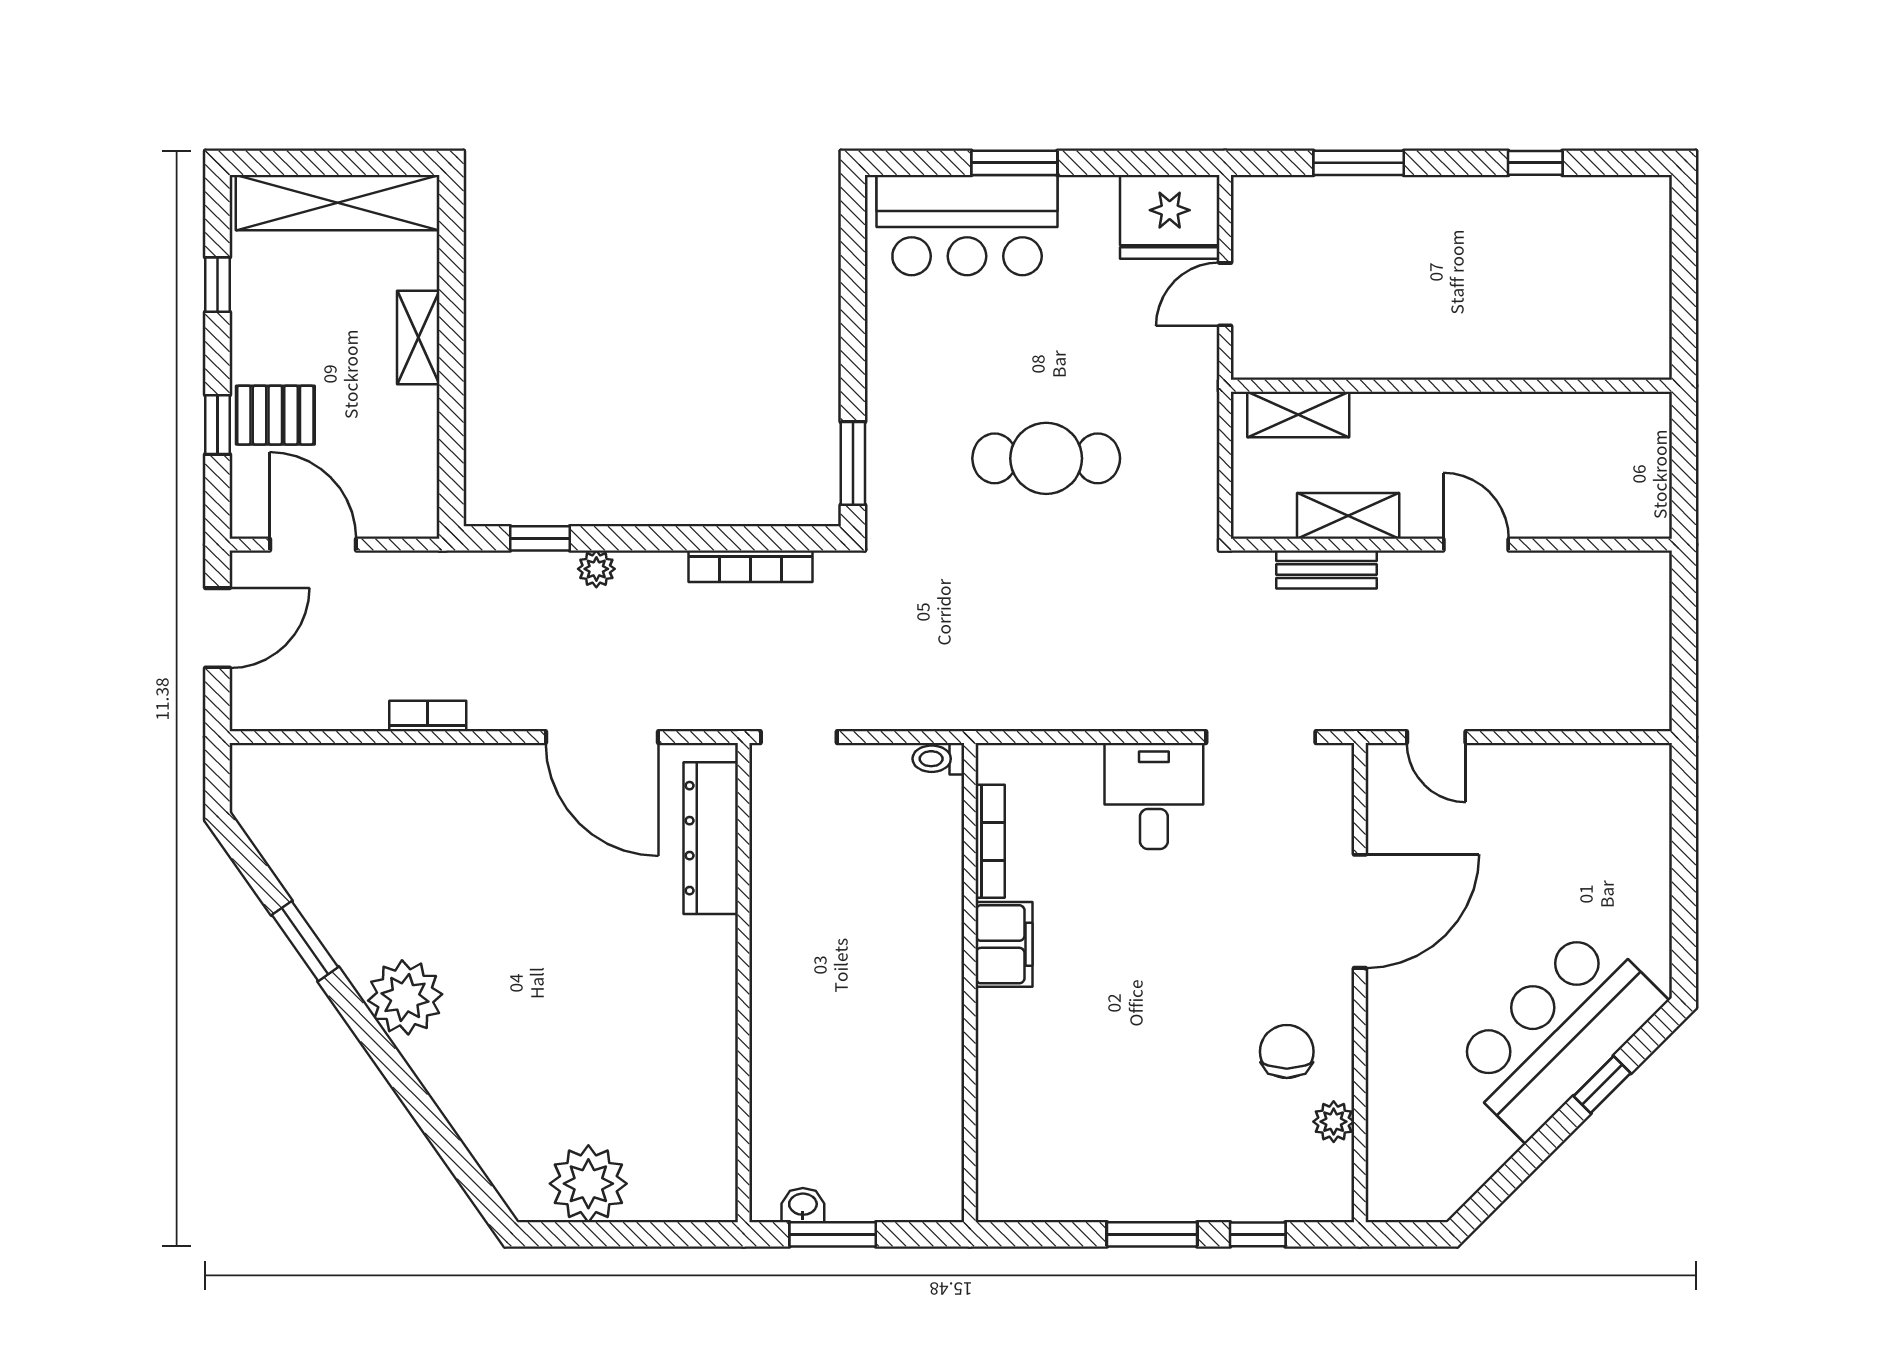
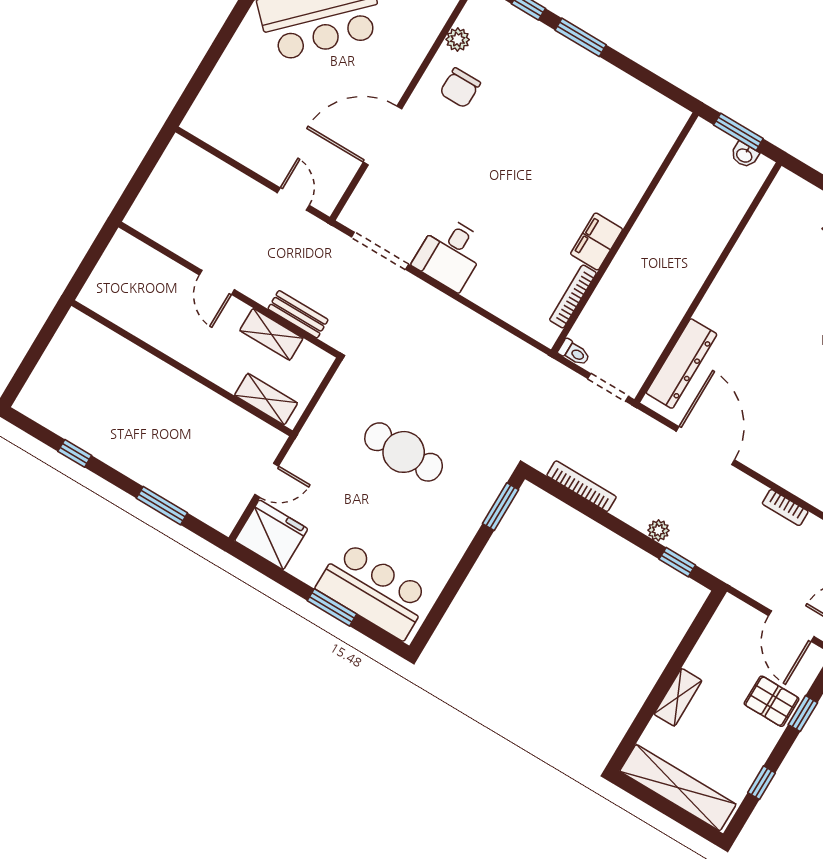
toilet: (938, 759) -> (574, 353), moved
bookcase: (990, 841) -> (573, 296), moved
filing cabinet: (1004, 944) -> (597, 241), moved
wall: (970, 983) -> (625, 233), moved

